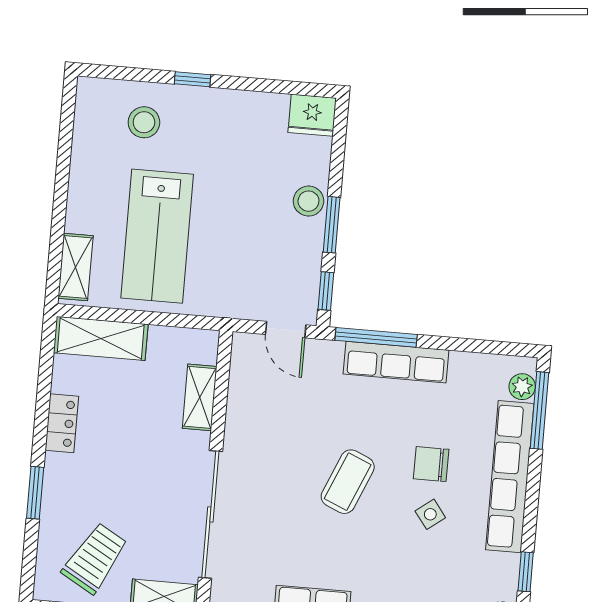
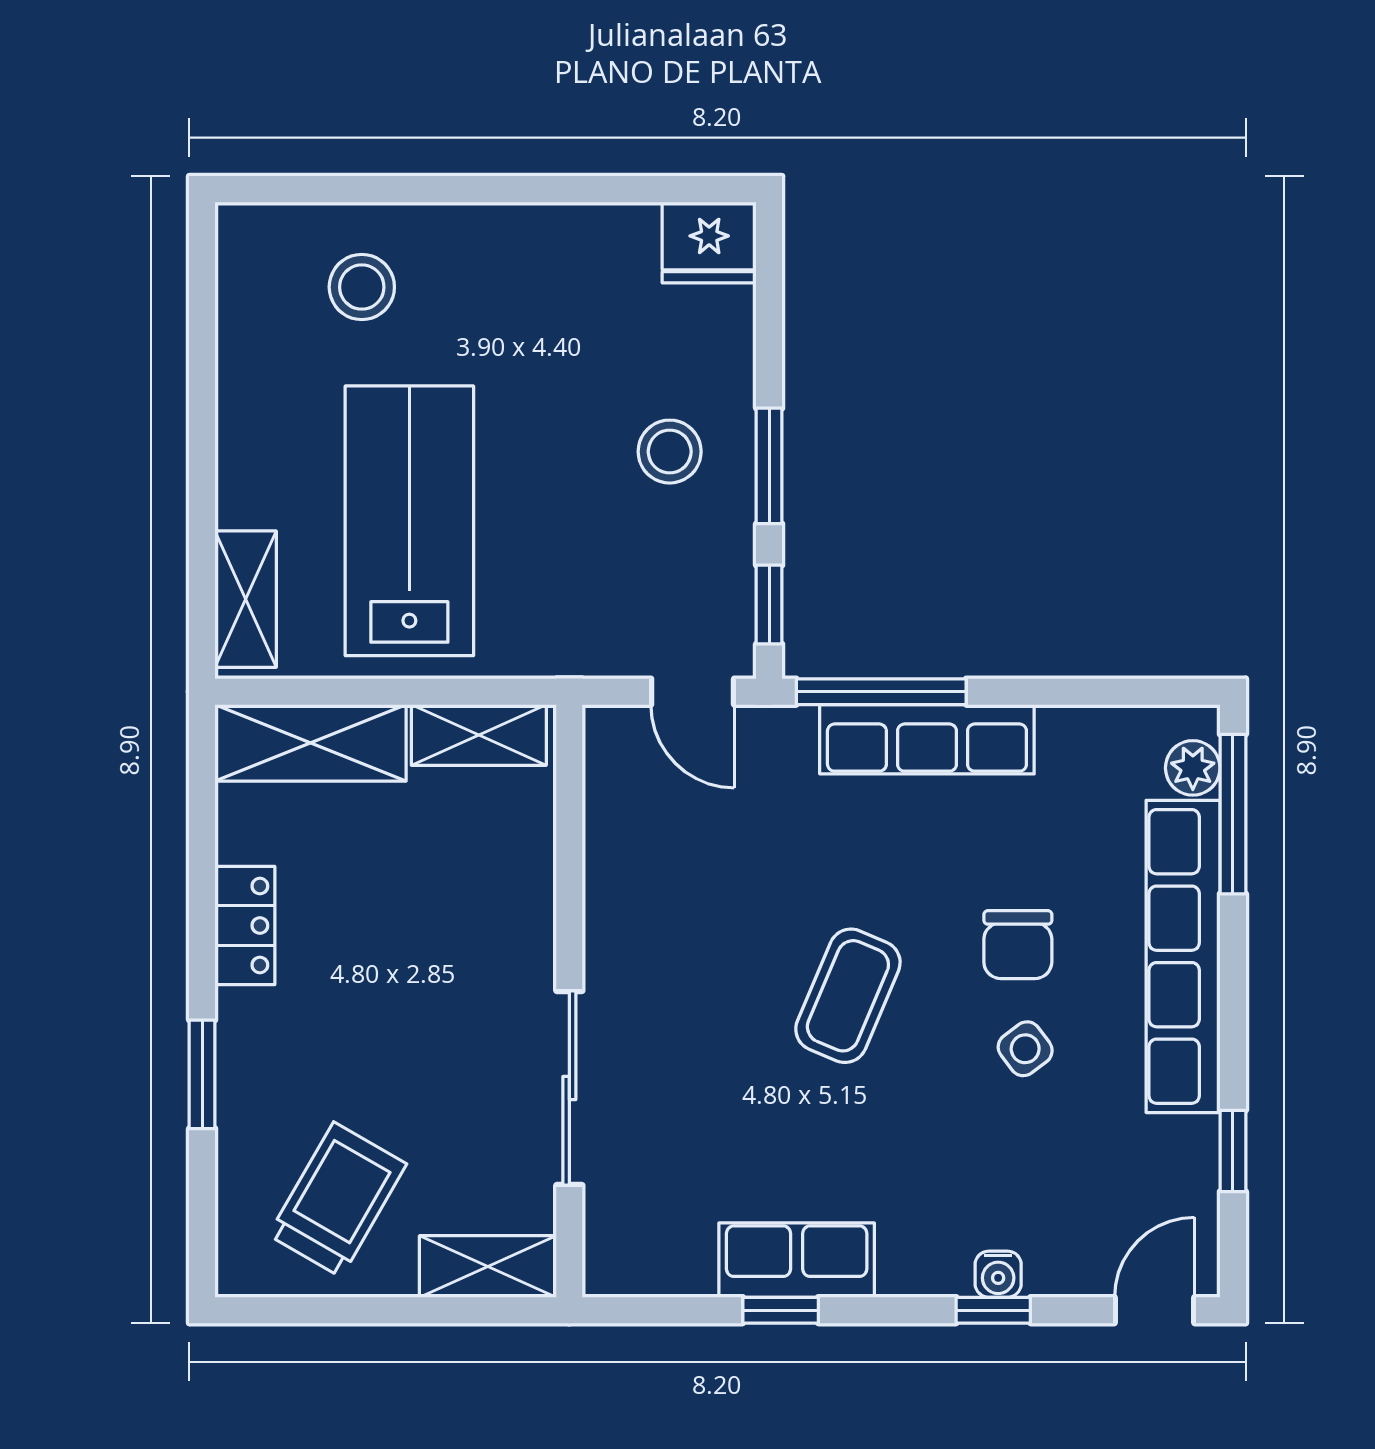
window: (192, 79) -> (455, 189), removed
stool: (308, 201) -> (670, 452), moved
lab bench: (157, 236) -> (409, 521), turned 180
shelving: (200, 397) -> (479, 735), moved, turned 90
chair: (431, 464) -> (1018, 945), turned -90
sliding door: (210, 514) -> (569, 1088), width x0.73

